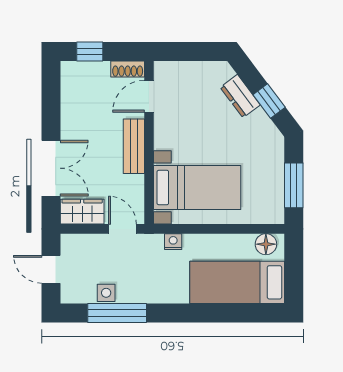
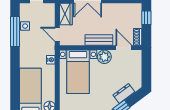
plant: (167, 135) -> (104, 57), added
door: (122, 229) -> (57, 34), swing flipped

